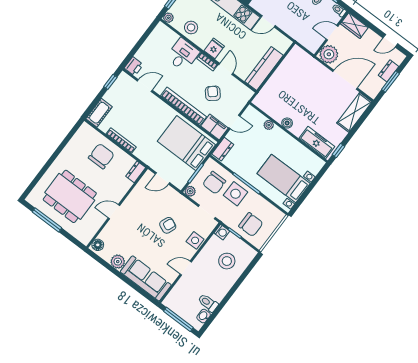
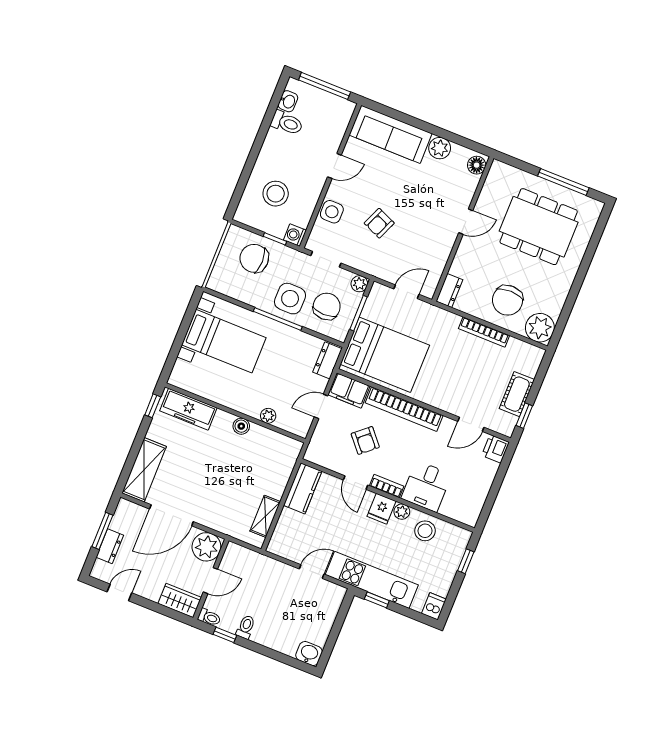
plant: (168, 18) -> (402, 512), moved
shelving: (287, 63) -> (265, 516), added
kitchen counter: (264, 68) -> (303, 488), width x0.67
cot: (99, 113) -> (517, 394), moved
plant: (86, 134) -> (540, 328), added

